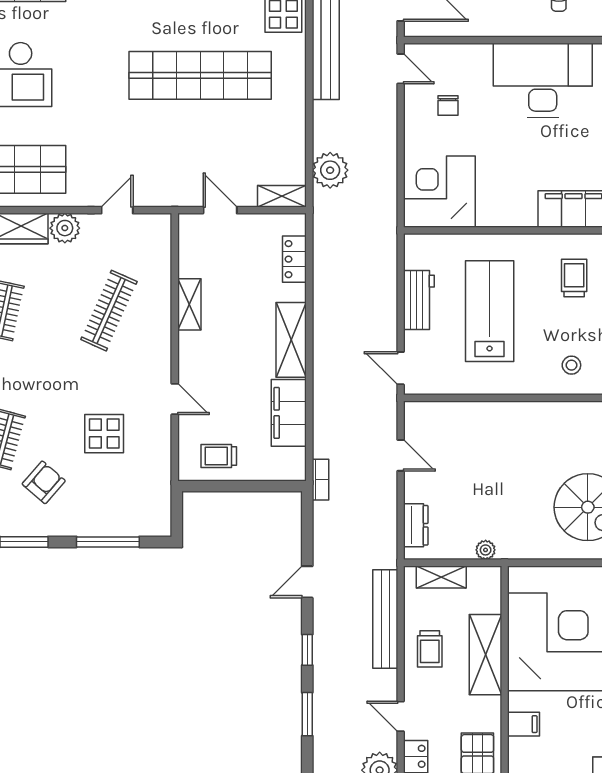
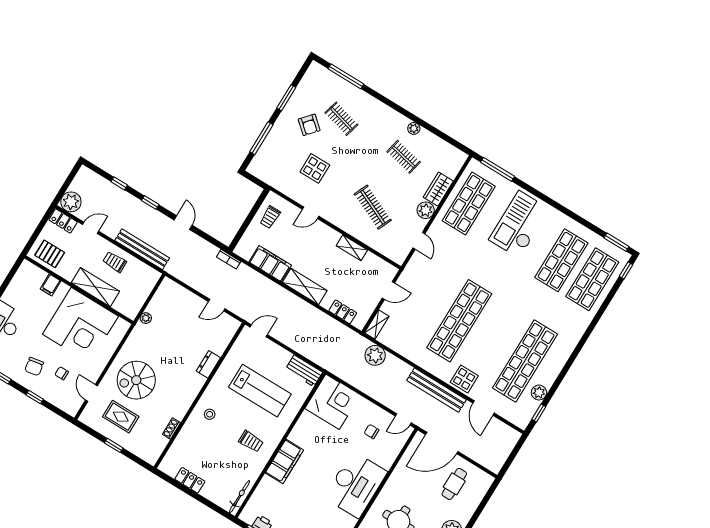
workbench: (419, 300) -> (304, 371), moved
trolley: (219, 456) -> (270, 217), turned 180
dresser: (416, 525) -> (208, 364), moved, turned 90
shelving: (441, 577) -> (146, 289), removed
window: (307, 714) -> (119, 183), width x0.67

